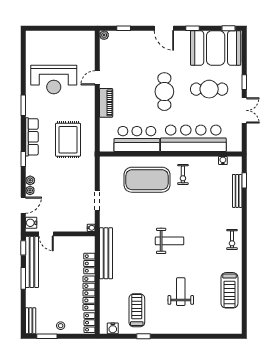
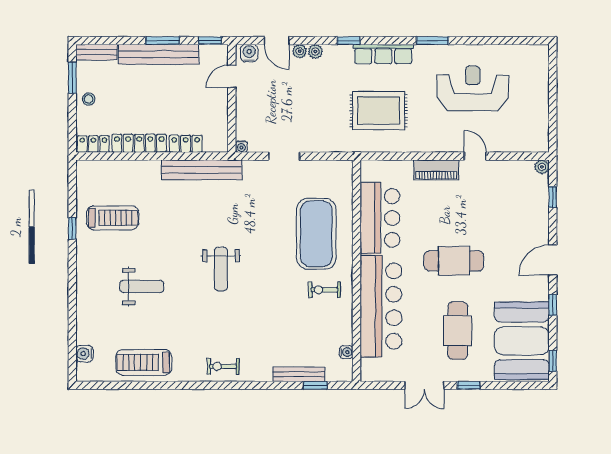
reception desk: (54, 79) -> (473, 88), turned 90
bench: (32, 262) -> (158, 54), moved
water cooler: (113, 328) -> (84, 354), moved

